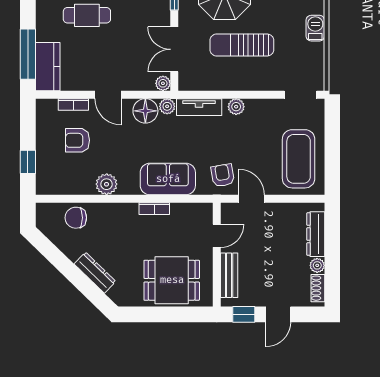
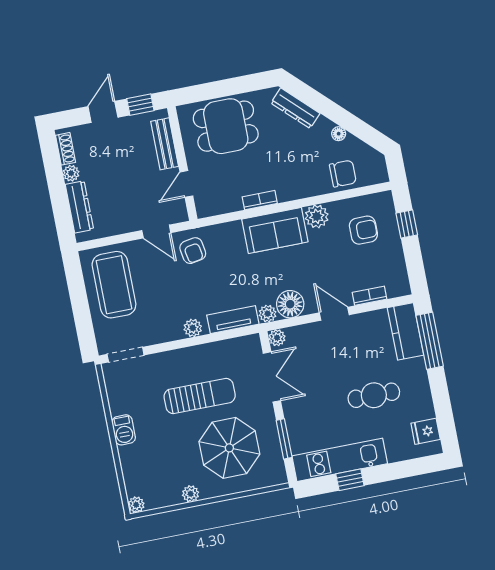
armchair: (77, 140) -> (363, 230), moved
sofa: (168, 179) -> (275, 230), moved
floor lamp: (73, 254) -> (339, 134), added
dresser: (95, 273) -> (295, 108), moved

